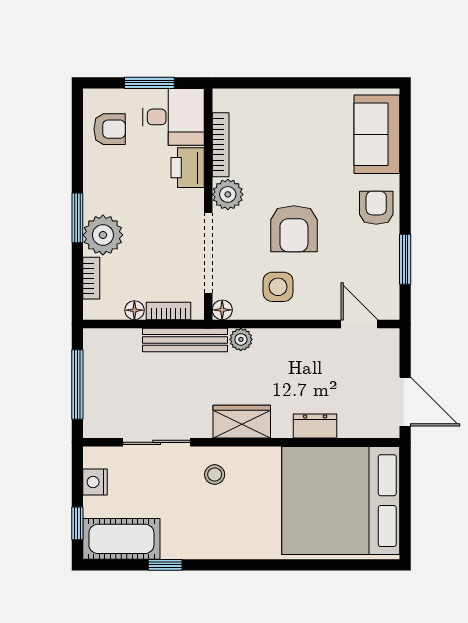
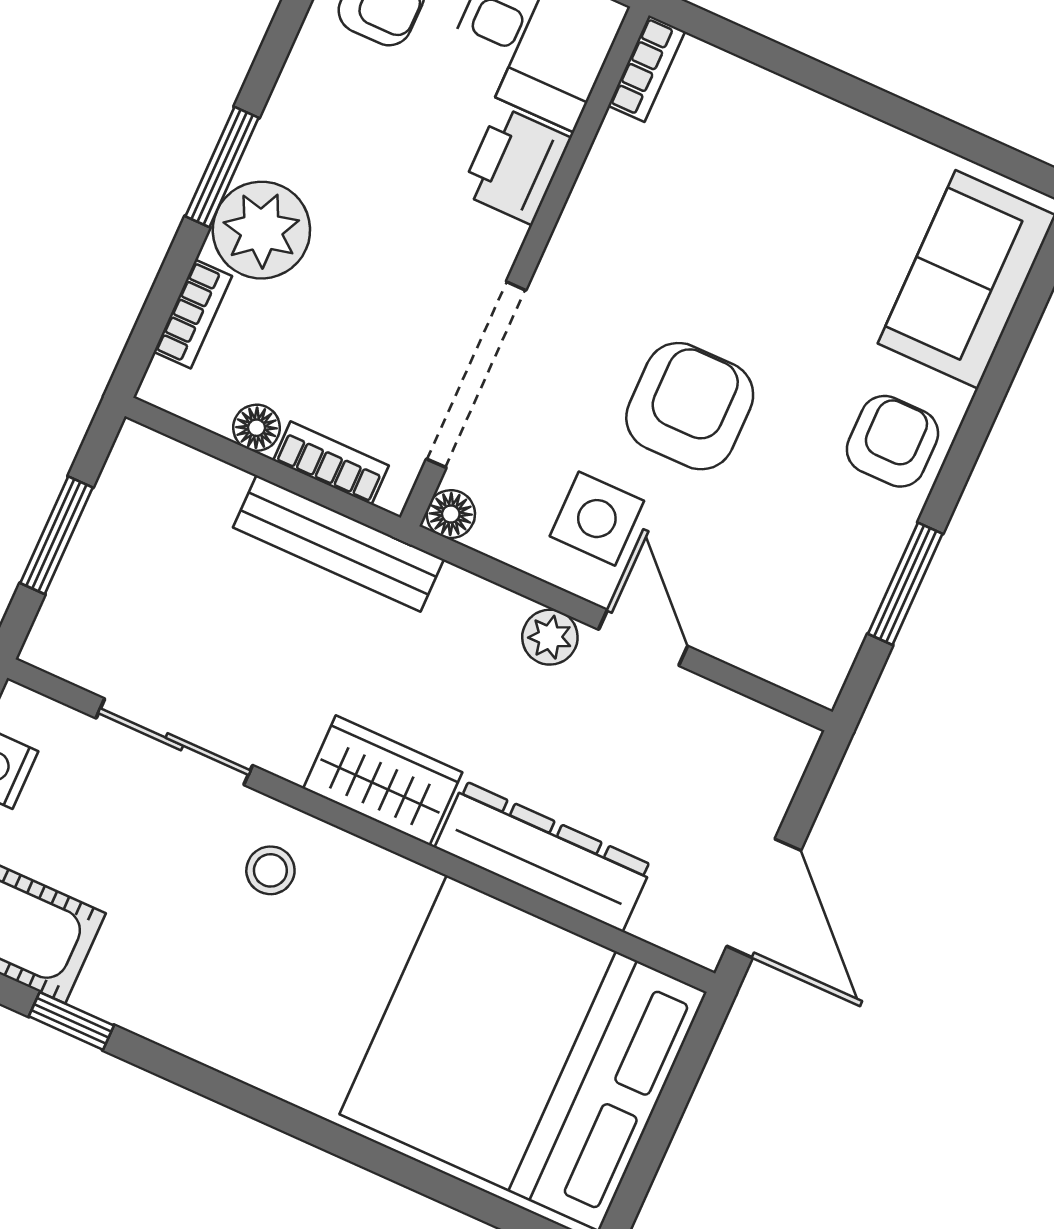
bookcase: (221, 145) -> (646, 69), moved, width x0.64
plant: (228, 194) -> (578, 265), removed
armchair: (294, 229) -> (690, 406), turned 180
door: (359, 324) -> (643, 638), moved
plant: (241, 339) -> (550, 637), moved
window: (77, 385) -> (56, 535), width x0.69
dresser: (315, 426) -> (543, 856), width x1.96, depth x1.24

